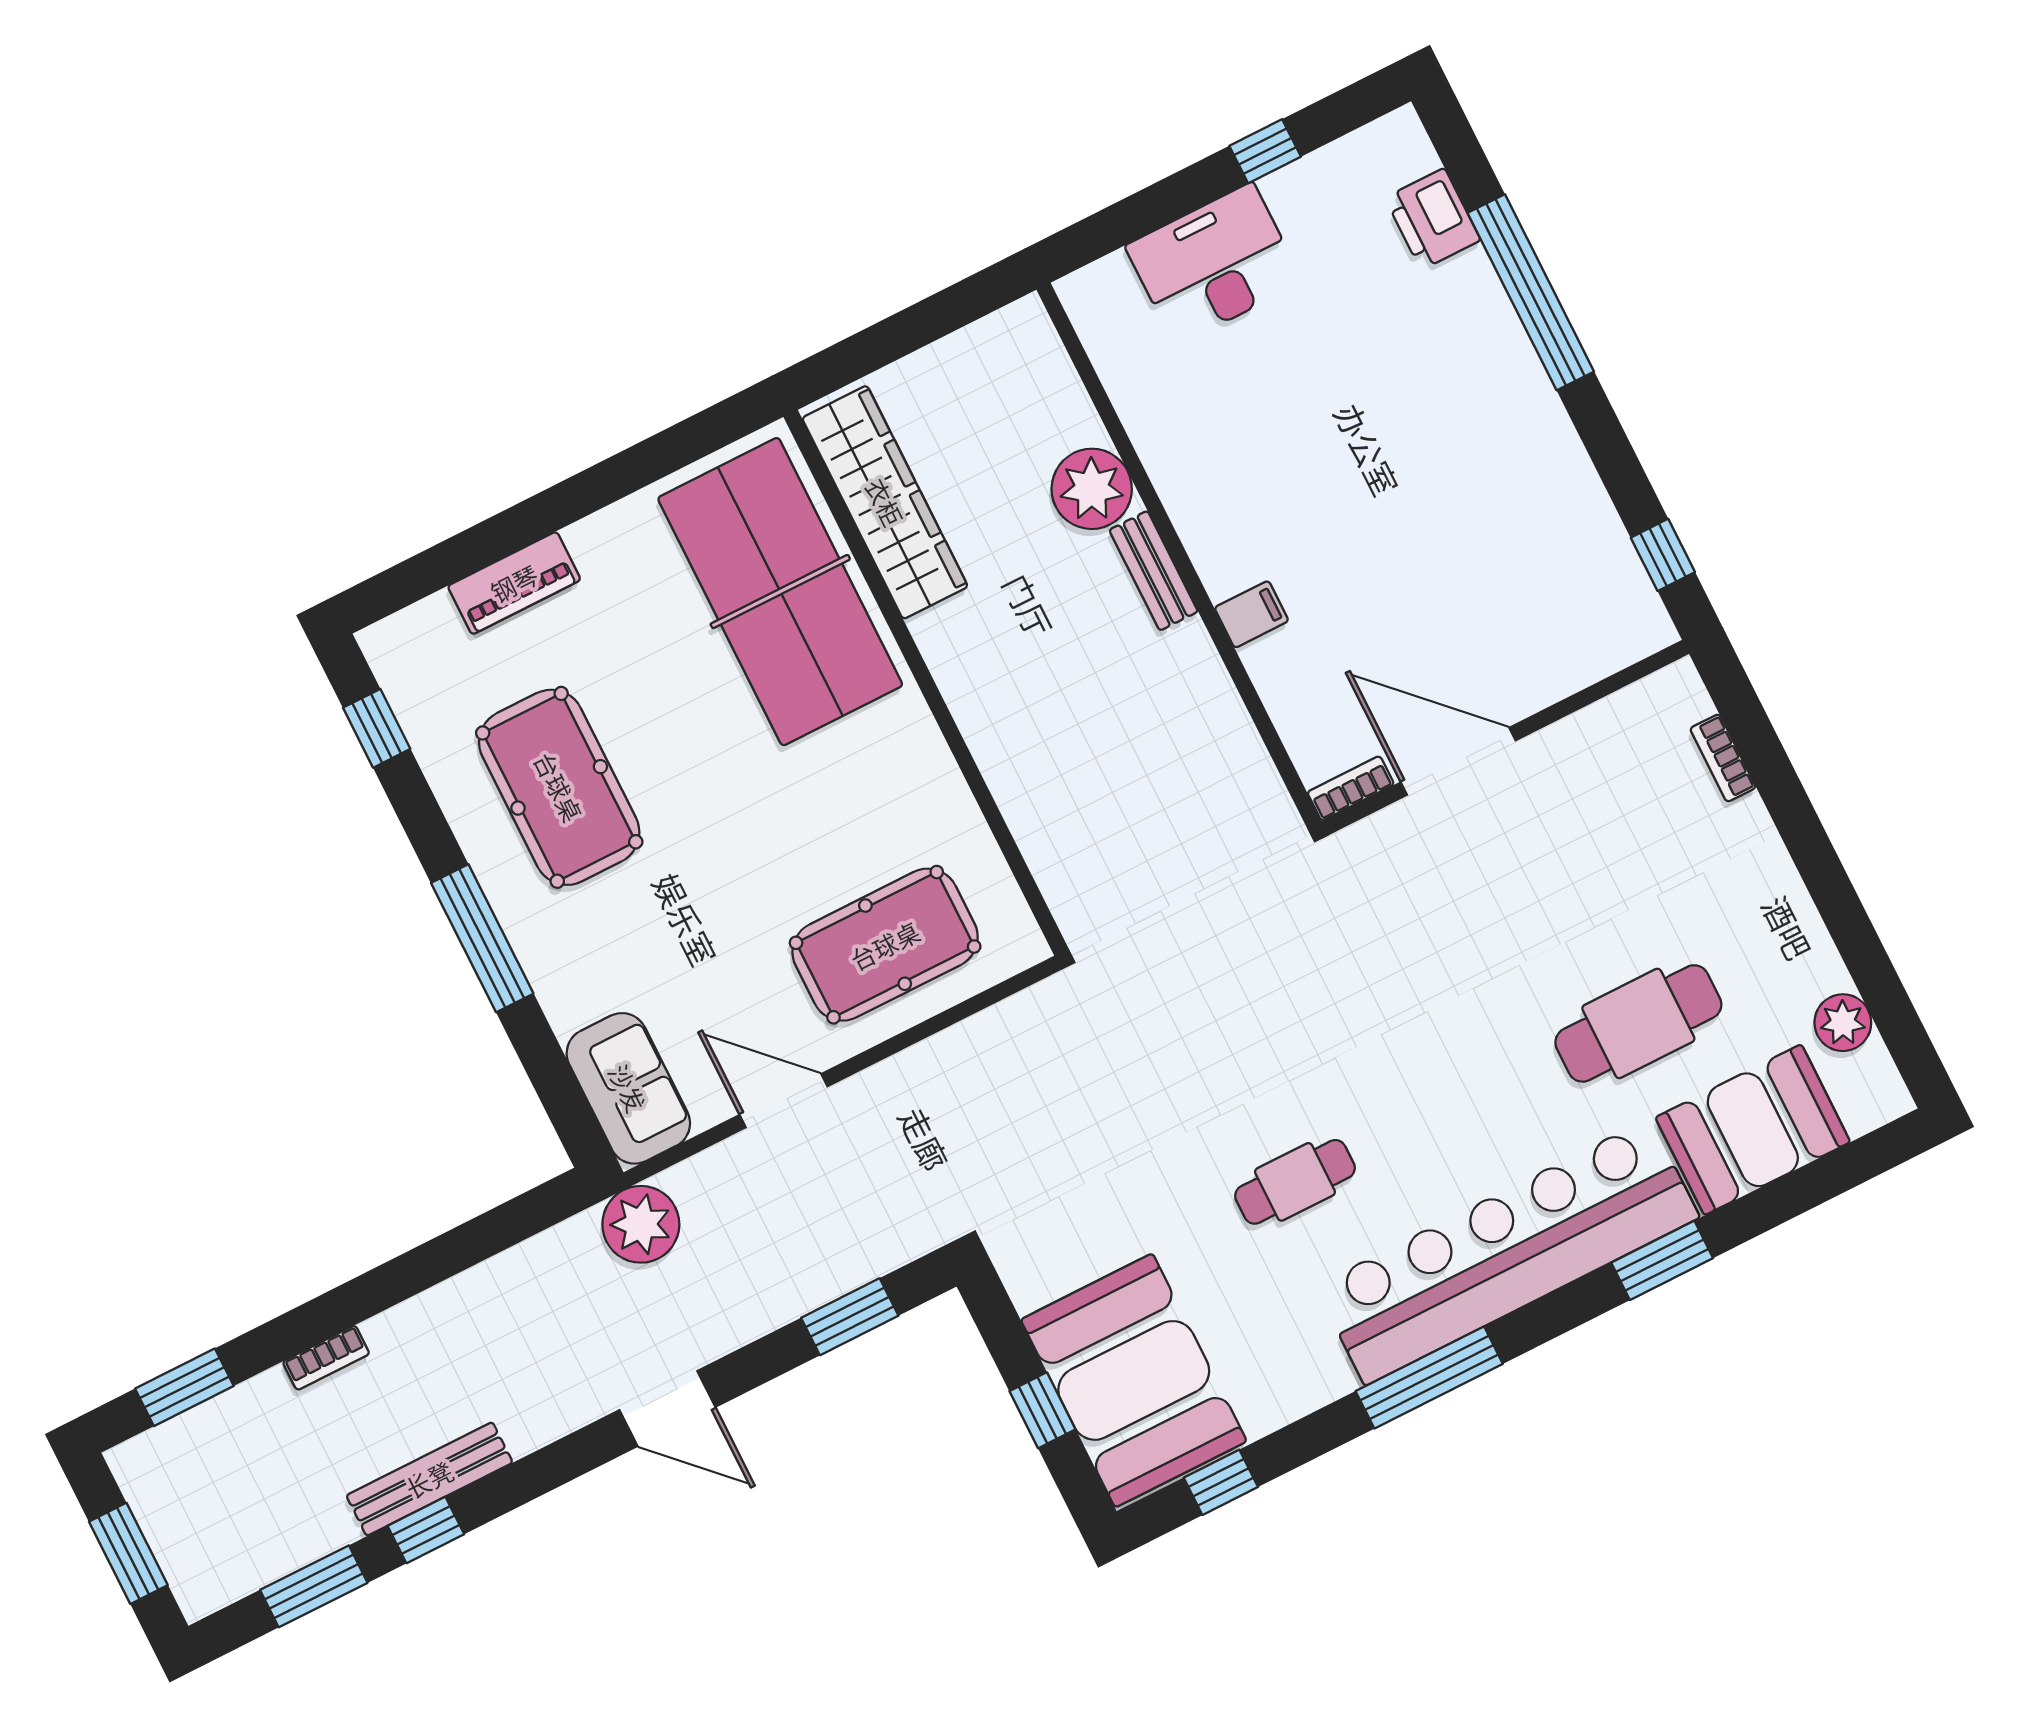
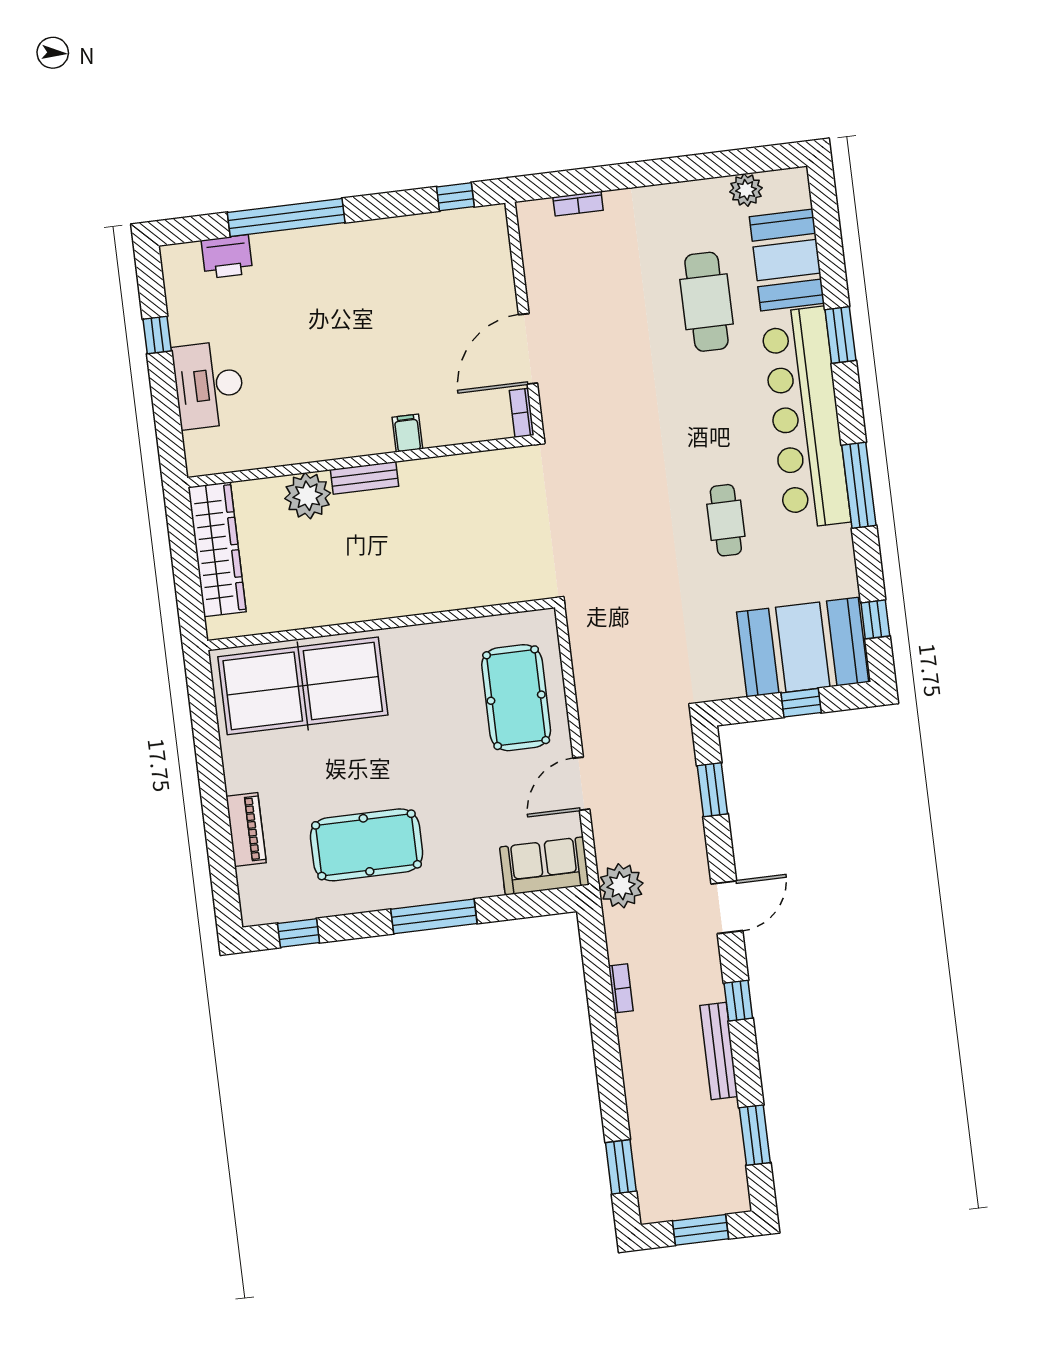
wardrobe: (885, 502) -> (217, 549), moved, turned 90
bookcase: (326, 1358) -> (621, 988), moved
window: (426, 1530) -> (738, 1001), moved

